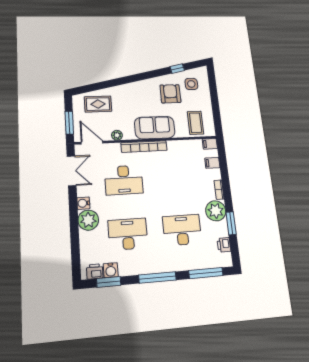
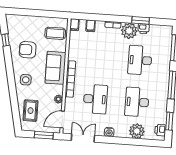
side table: (191, 84) -> (26, 80), moved
plant: (88, 220) -> (137, 131), moved
printer: (224, 245) -> (144, 29), moved
water cooler: (111, 270) -> (161, 119), removed

